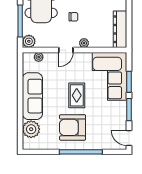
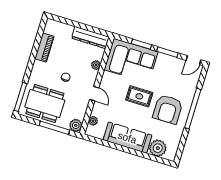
plant: (84, 43) -> (96, 65), moved

